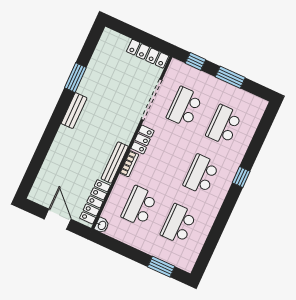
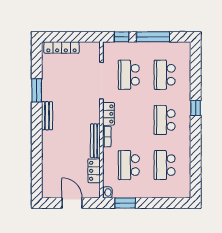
locker: (148, 54) -> (61, 47), moved
window: (230, 77) -> (153, 37), width x1.44
locker: (95, 202) -> (94, 171), width x0.66
window: (161, 267) -> (125, 203), moved

